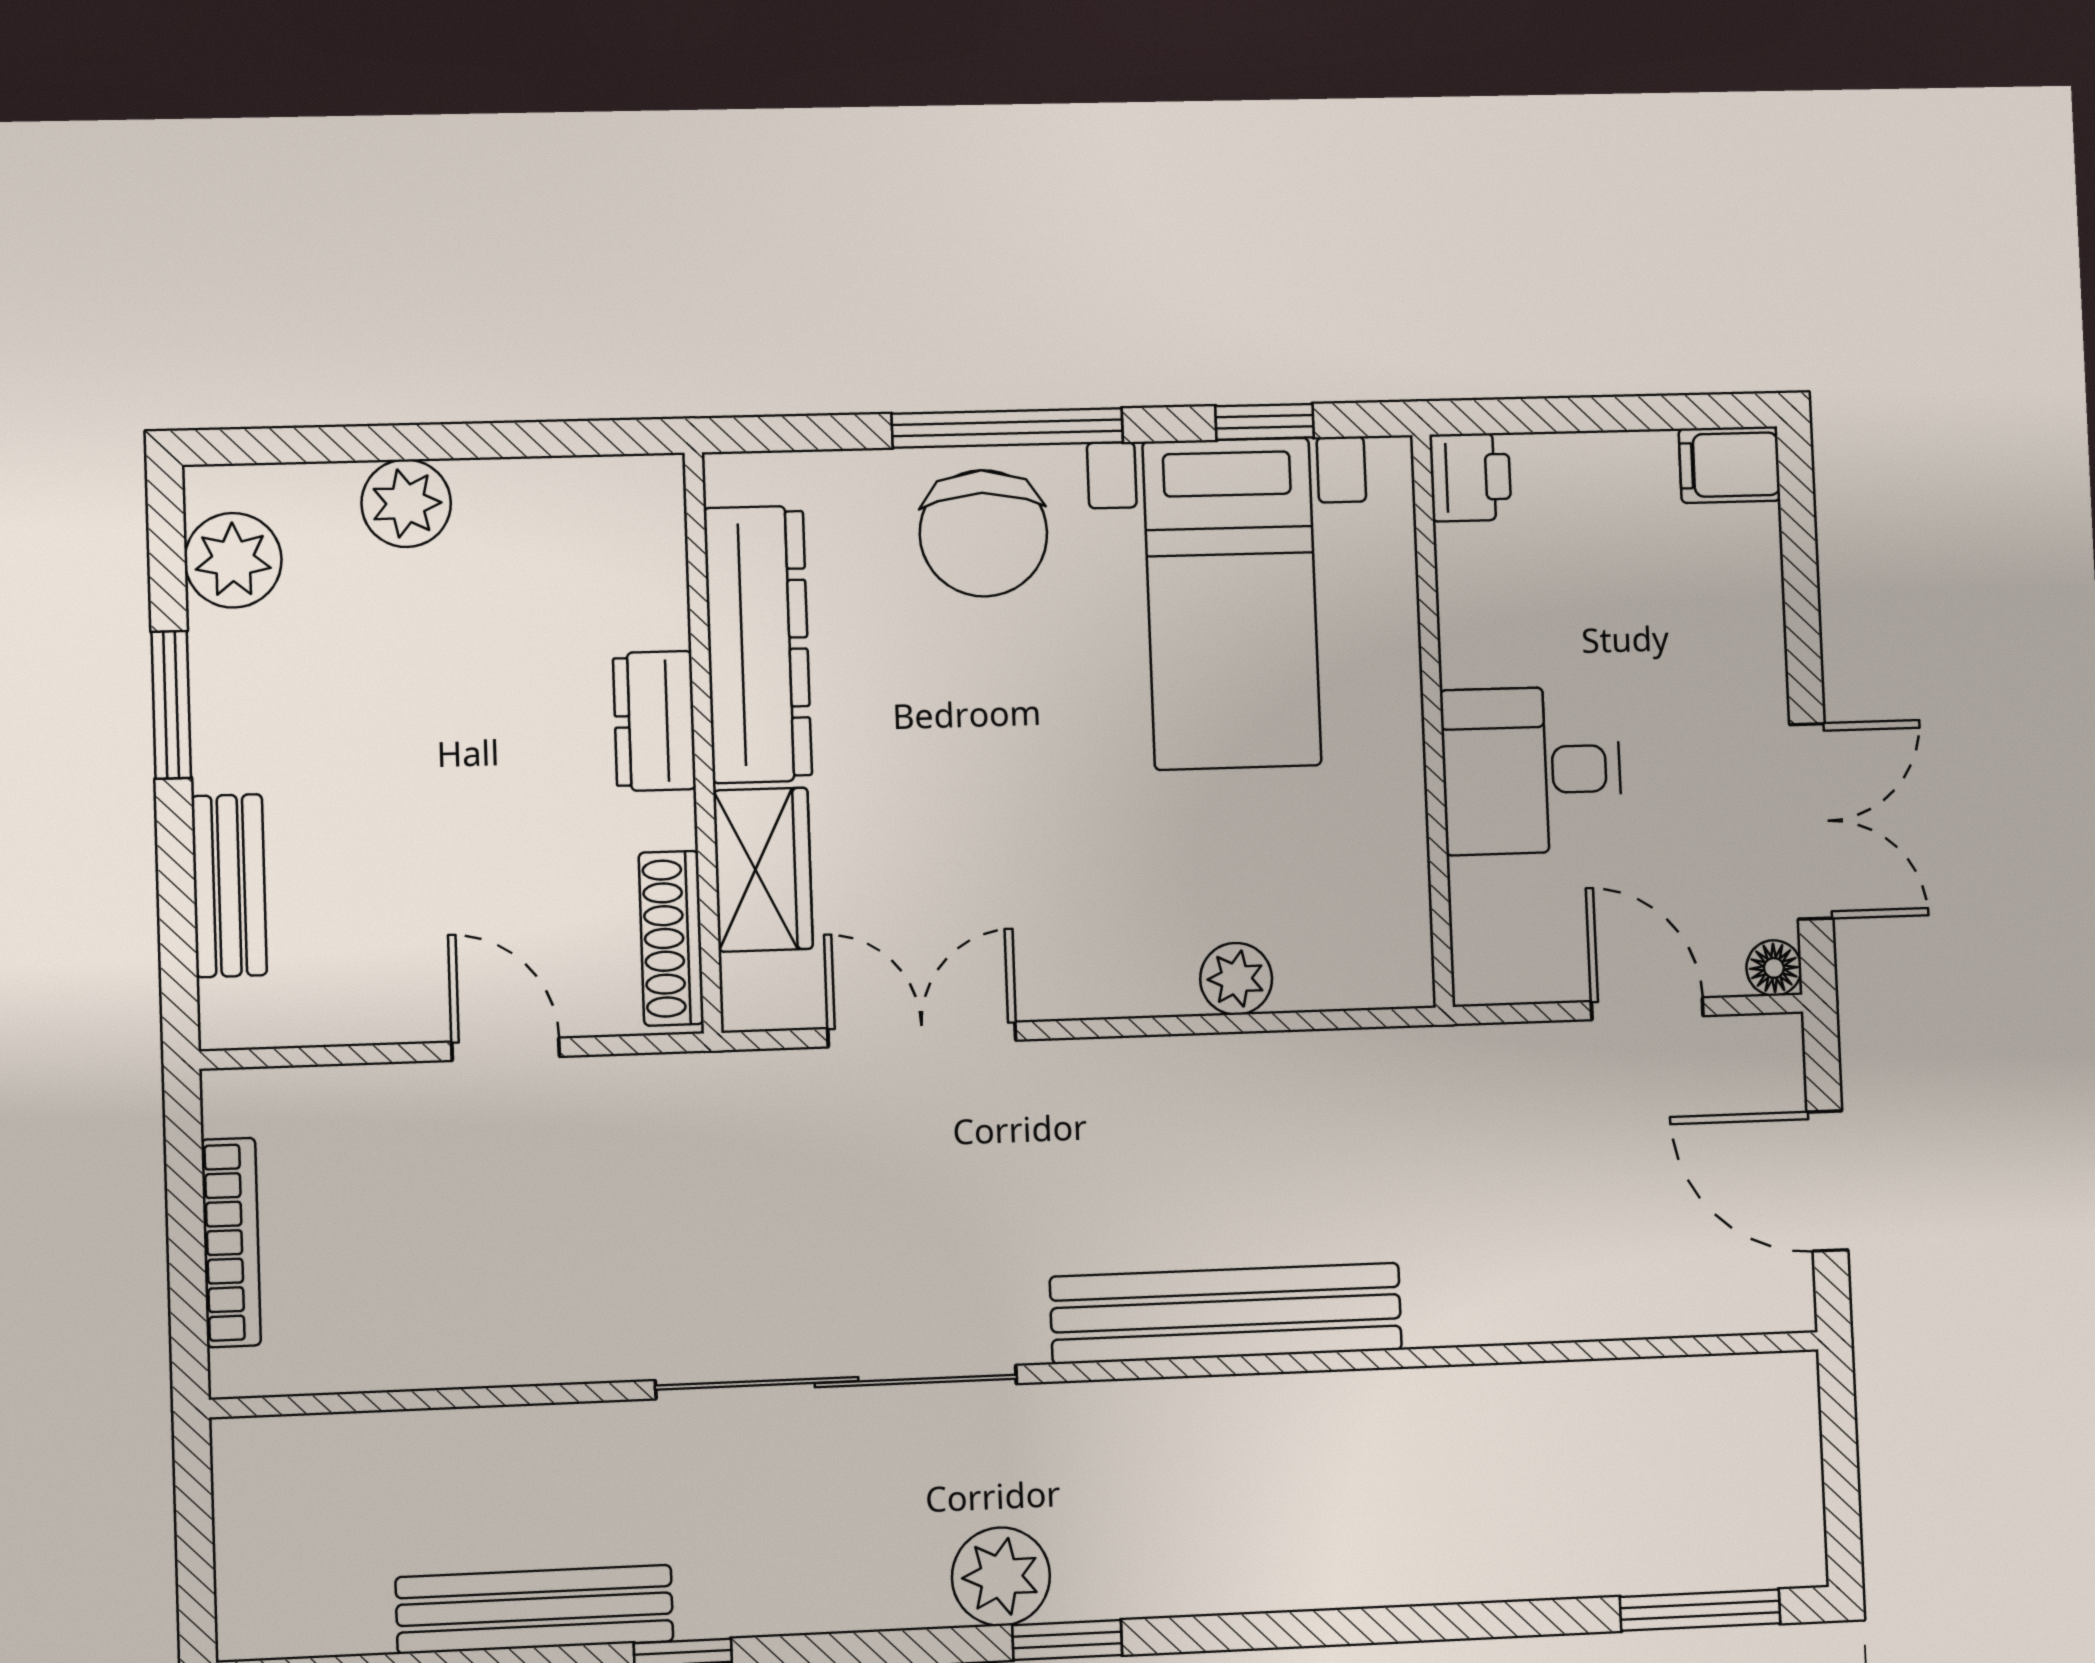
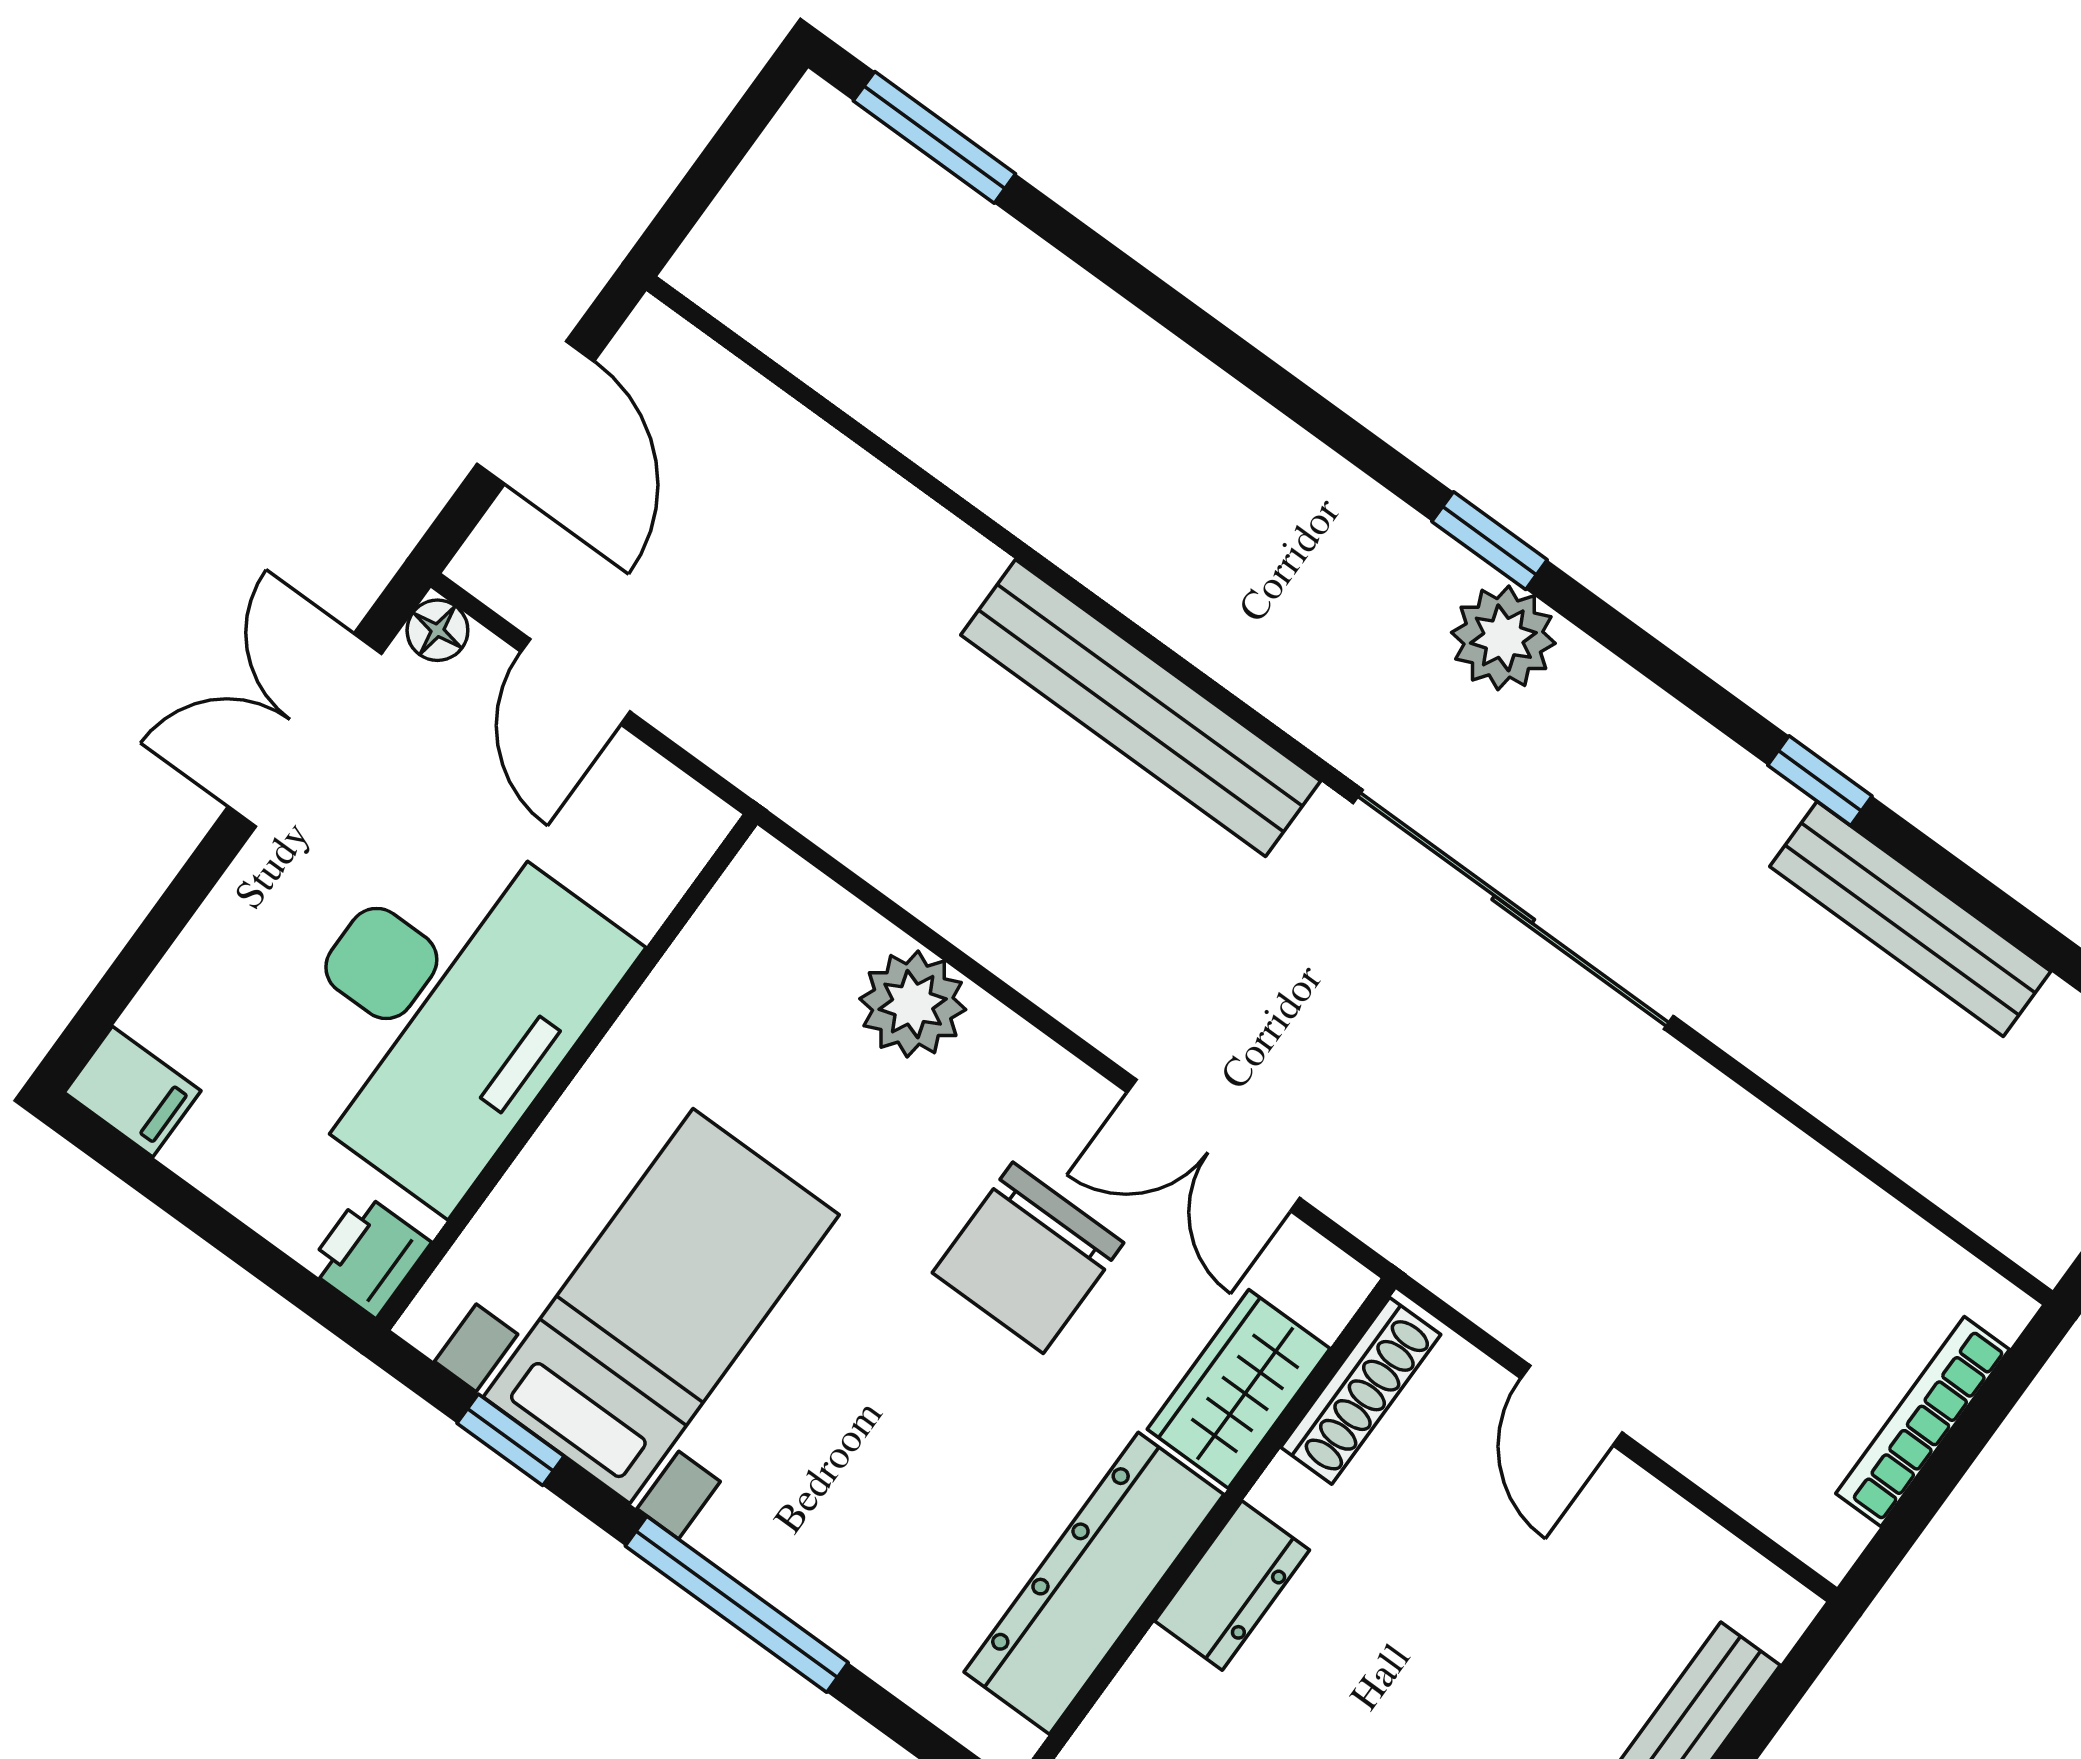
chair: (983, 533) -> (1028, 1258), moved, turned 180
desk: (1532, 770) -> (445, 1009), width x1.87, depth x1.30
plant: (1236, 979) -> (913, 1004), width x1.38, depth x1.38

